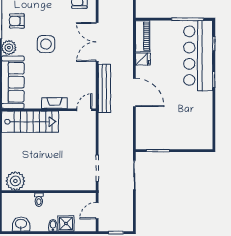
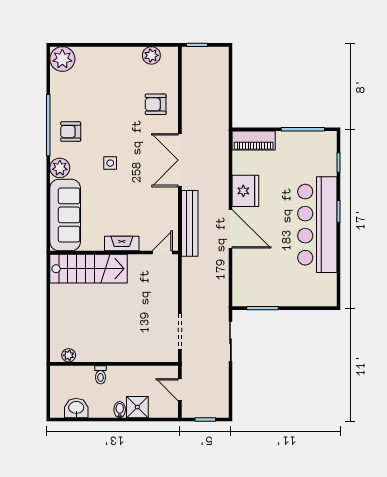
piano: (143, 36) -> (254, 141), moved, turned 90
side table: (46, 44) -> (110, 163), width x0.54, depth x0.54
bar counter: (198, 56) -> (317, 225), moved
fridge: (143, 59) -> (245, 191), width x1.88, depth x1.34
plant: (15, 181) -> (69, 355), width x0.53, depth x0.53
door: (97, 211) -> (180, 390), hinge flipped

